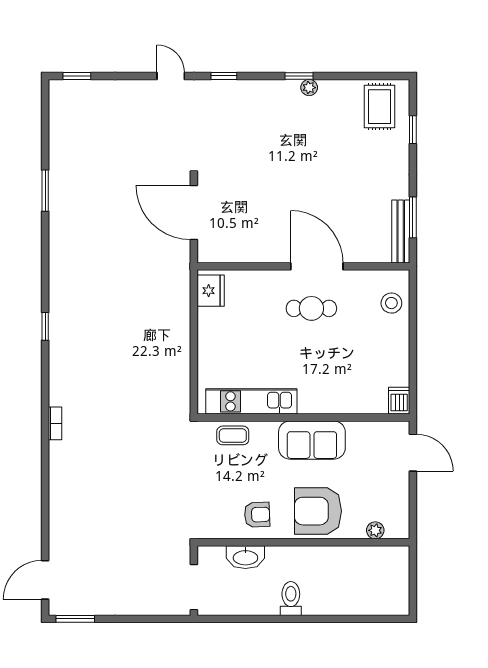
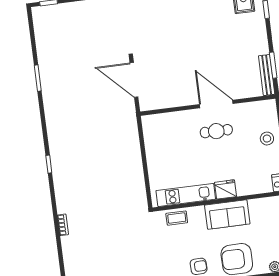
fridge: (211, 291) -> (225, 189), moved, turned -90
stool: (391, 303) -> (267, 139), moved

